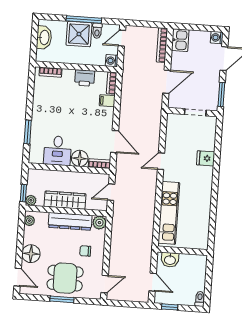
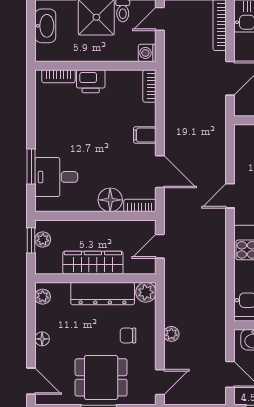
printer: (85, 78) -> (91, 81), moved
filing cabinet: (107, 101) -> (145, 135), moved
desk: (58, 151) -> (56, 177), moved, turned 90
window: (23, 193) -> (31, 240), moved
plant: (31, 200) -> (43, 240), moved
plant: (115, 252) -> (171, 334), added
floor lamp: (31, 254) -> (42, 339), width x0.53, depth x0.53

